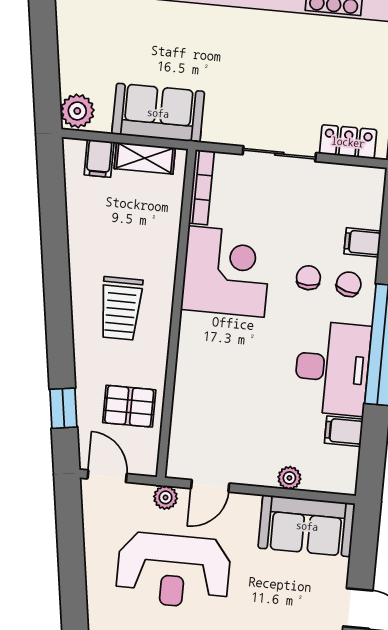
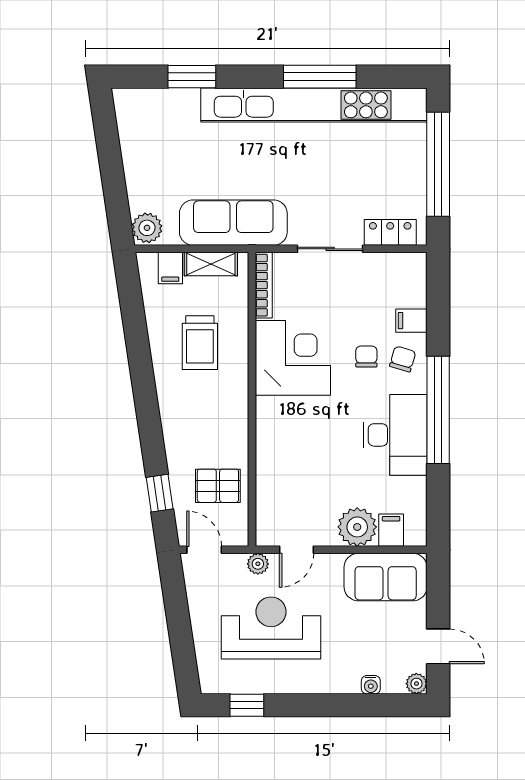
sofa: (158, 113) -> (233, 223), width x1.36
trolley: (121, 308) -> (200, 343), moved
filing cabinet: (344, 431) -> (391, 530), moved, turned 90
plant: (289, 478) -> (357, 527), width x1.88, depth x1.88
reception desk: (173, 570) -> (271, 628), turned 180

